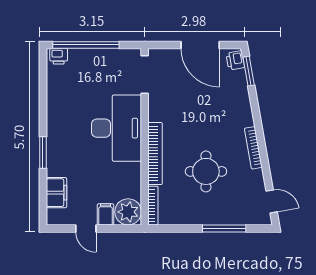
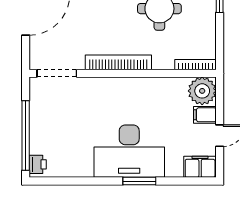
desk: (116, 128) -> (129, 151), moved, turned 180
bookcase: (155, 154) -> (118, 62), moved
filing cabinet: (56, 193) -> (200, 167), moved

